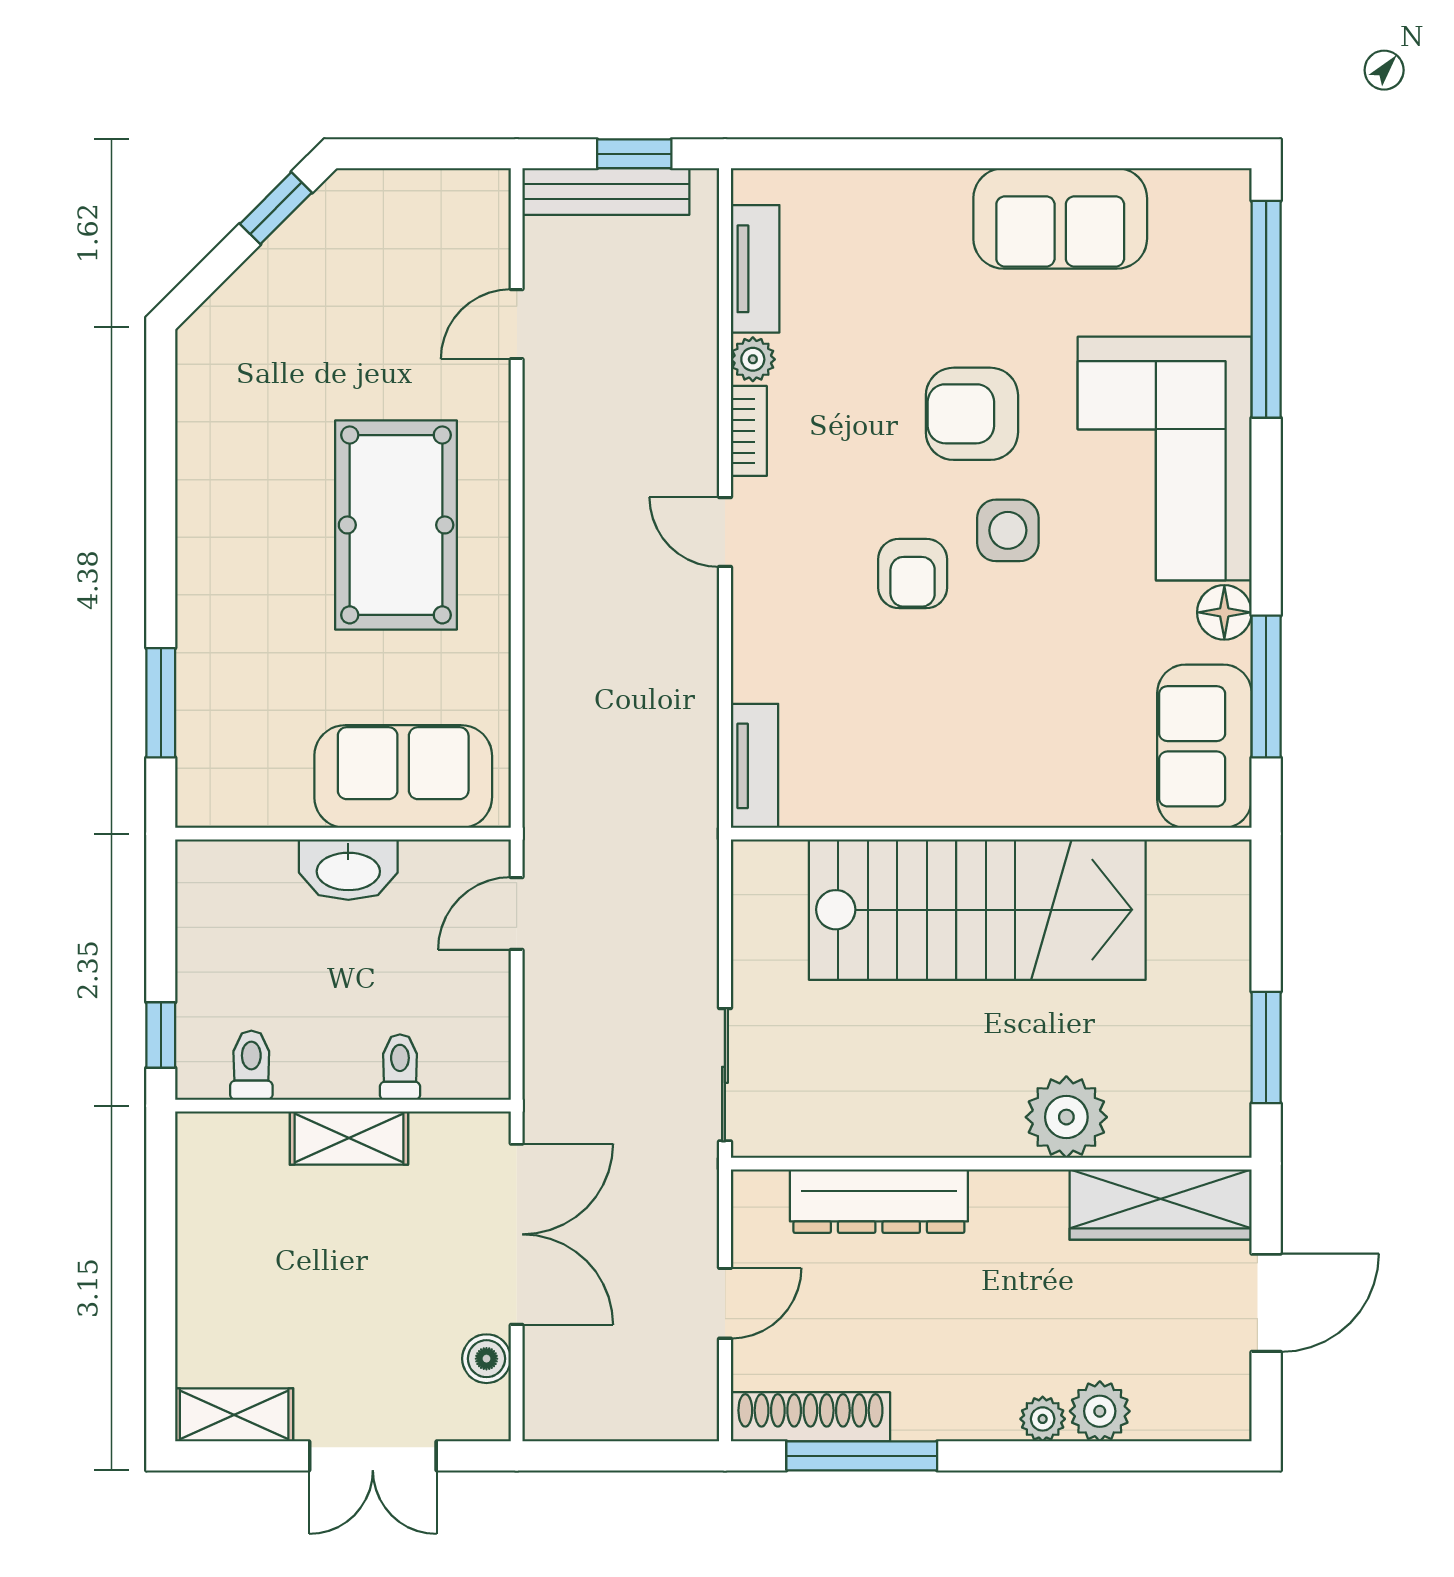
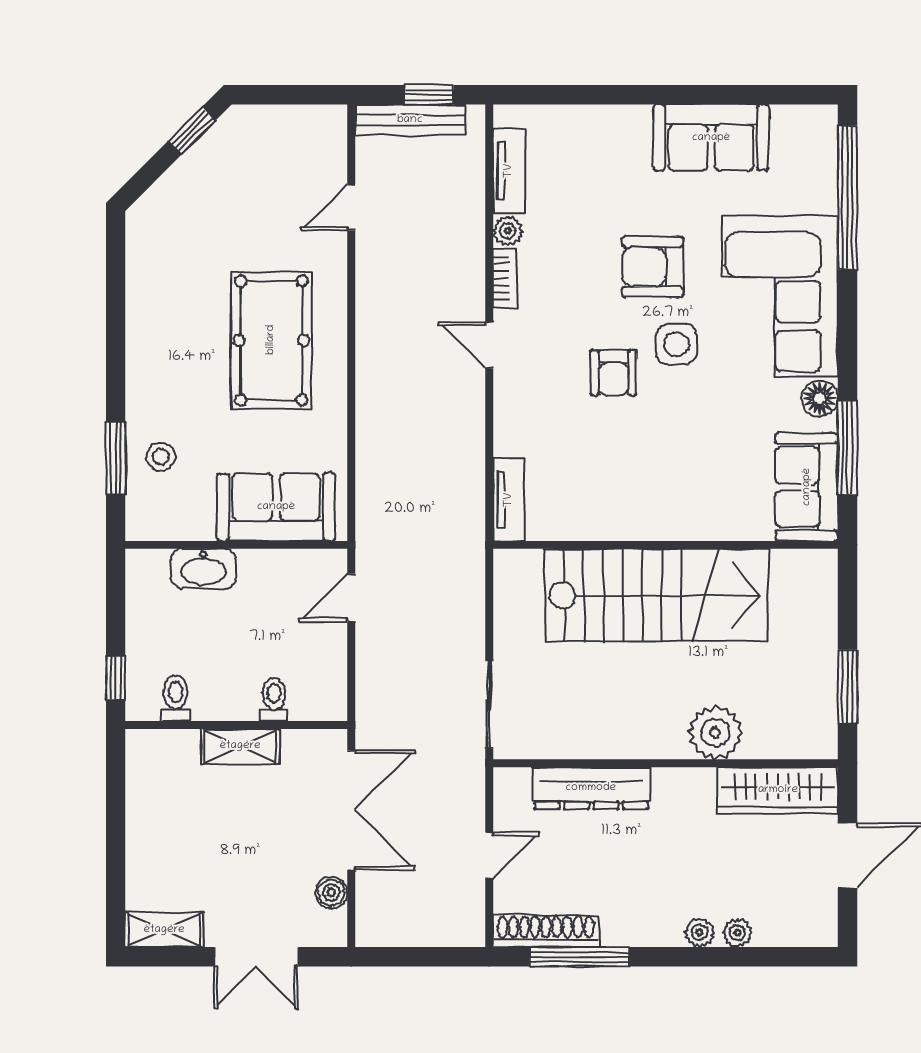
stool: (229, 700) -> (161, 457), added
washbasin: (348, 870) -> (203, 569), moved
plant: (1100, 1411) -> (737, 933), width x0.73, depth x0.73

